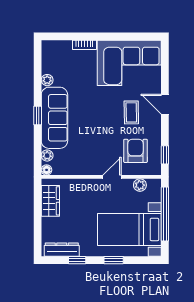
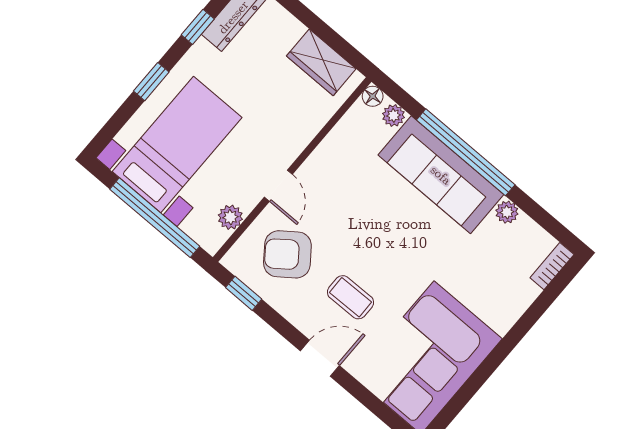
bookcase: (84, 45) -> (552, 266), moved
window: (38, 116) -> (466, 152), width x3.17
armchair: (135, 151) -> (287, 254), turned 143

